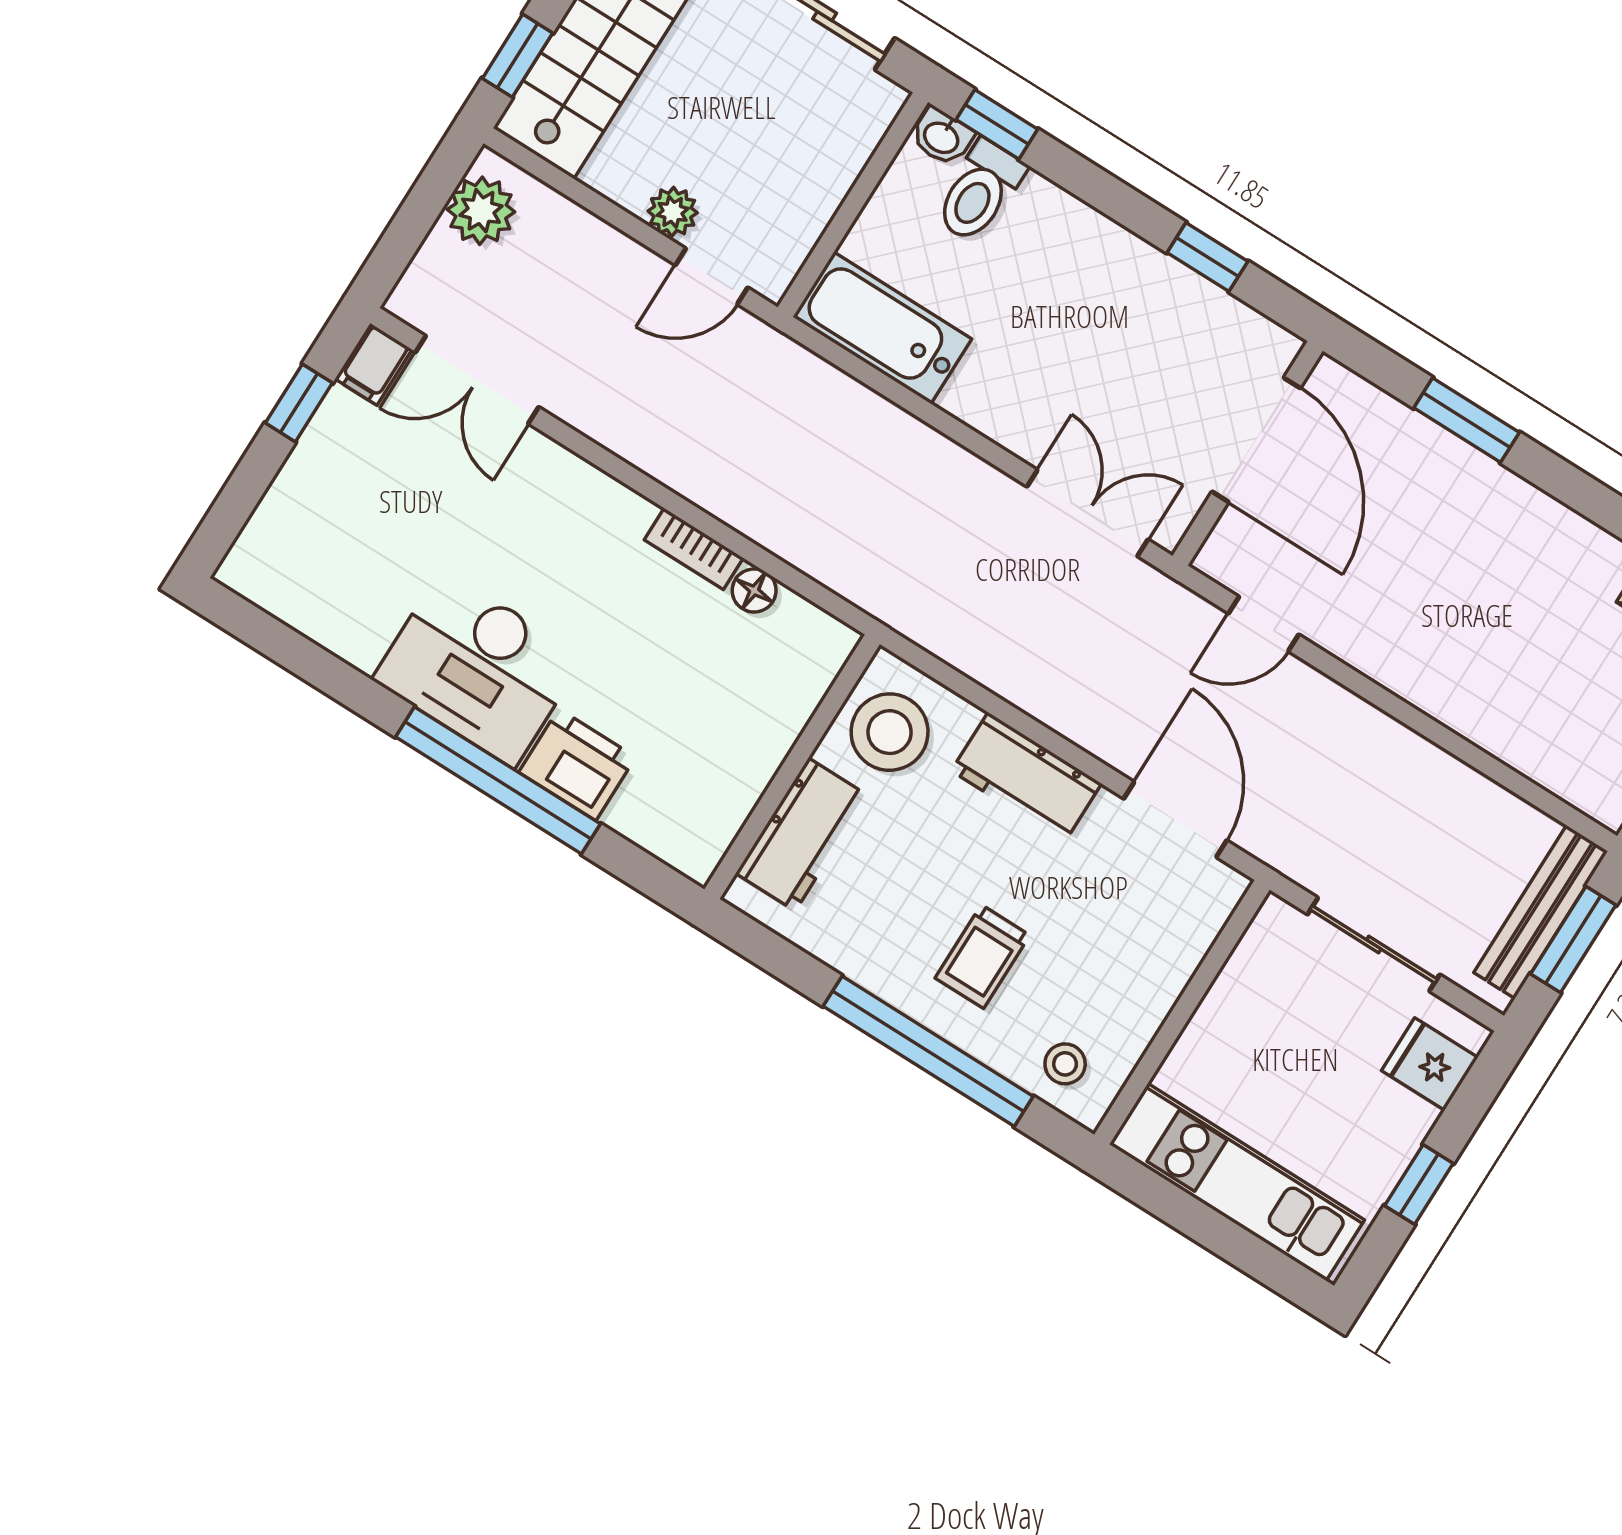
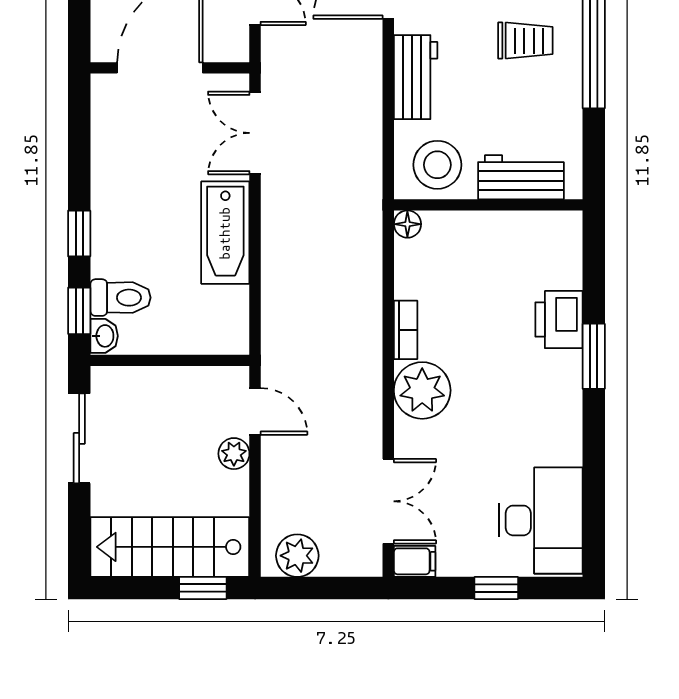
window: (1207, 257) -> (79, 234), moved
bathtub: (882, 328) -> (225, 233), moved
window: (299, 403) -> (496, 588), moved
plant: (598, 520) -> (422, 390), added
floor lamp: (754, 590) -> (407, 224), moved
desk: (478, 668) -> (541, 520), moved
window: (498, 780) -> (594, 356), width x0.47

